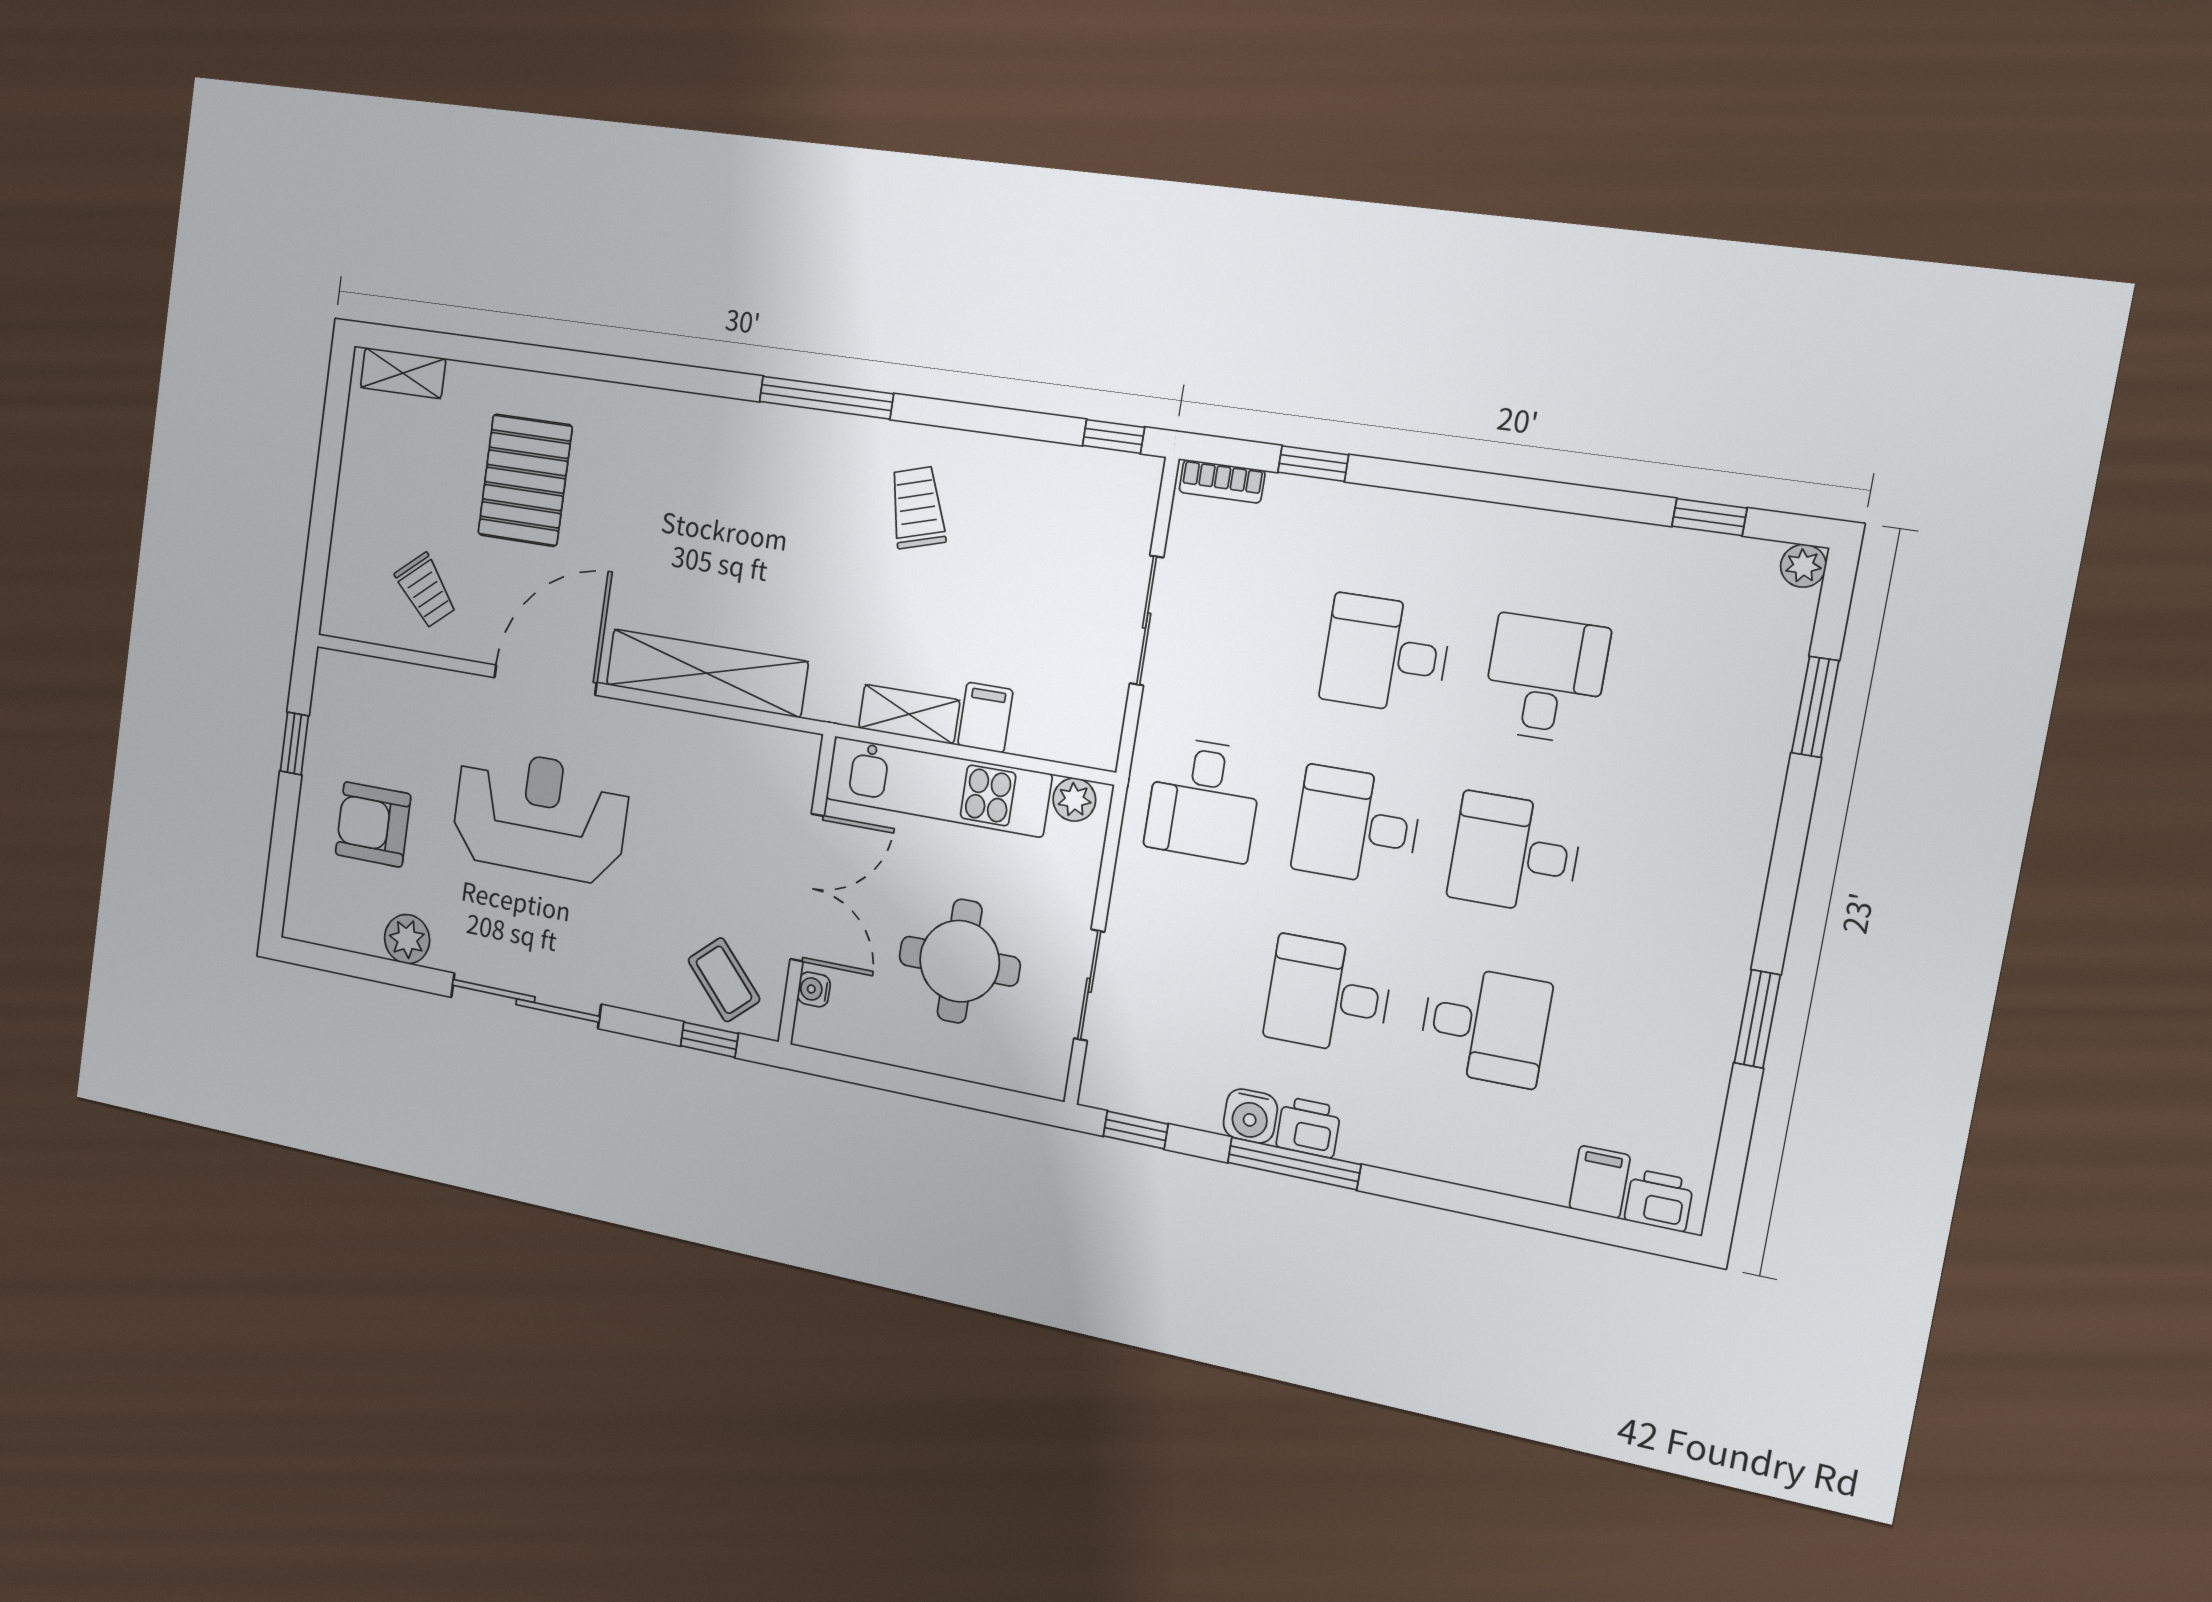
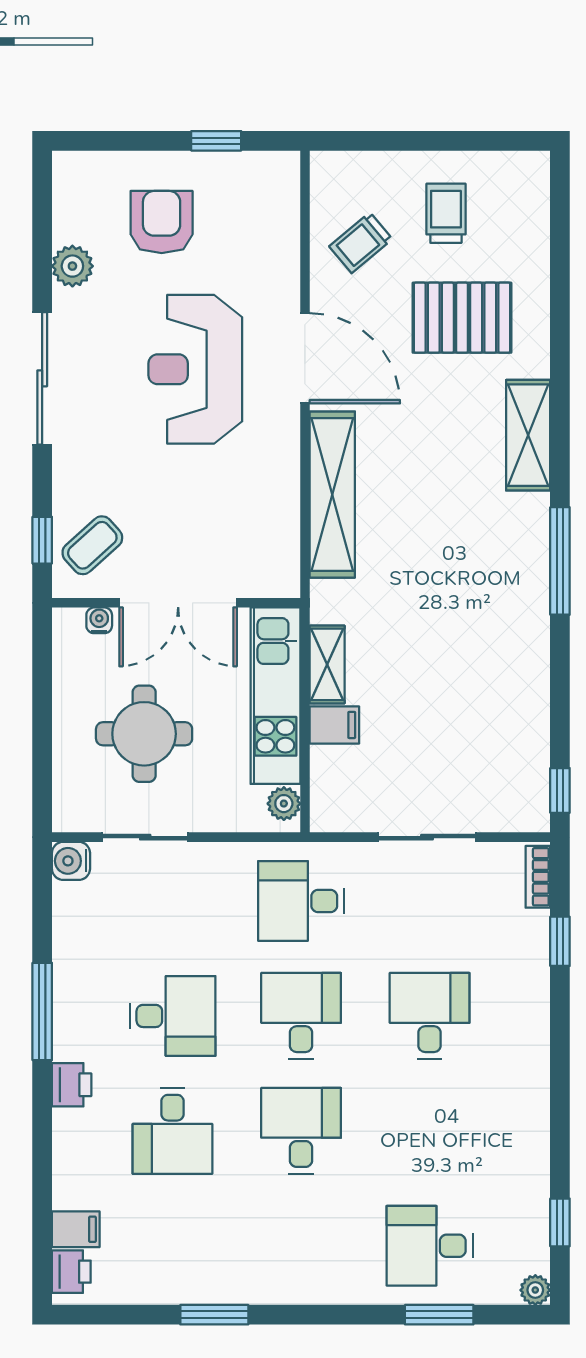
shelving: (403, 373) -> (528, 435), moved, width x1.50, depth x1.33
trolley: (917, 508) -> (446, 213), moved, turned -74
desk: (1545, 679) -> (430, 1246), moved, turned 180
reception desk: (540, 815) -> (195, 369), turned 180
desk: (1328, 995) -> (173, 1016), turned 90
water cooler: (1250, 1116) -> (71, 861), moved
printer: (1308, 1127) -> (72, 1085), moved
window: (1136, 1130) -> (42, 890), removed

